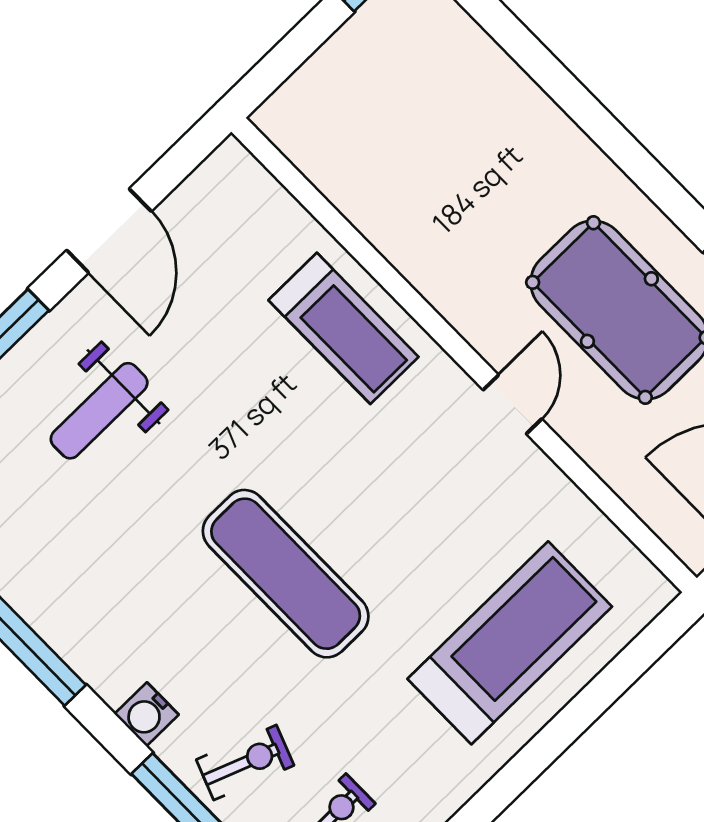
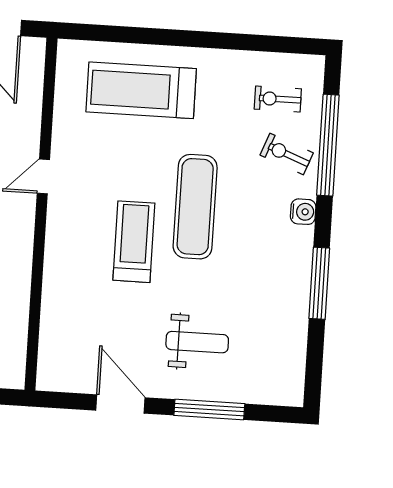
door: (109, 231) -> (120, 404), hinge flipped
treadmill: (344, 328) -> (134, 242), moved

